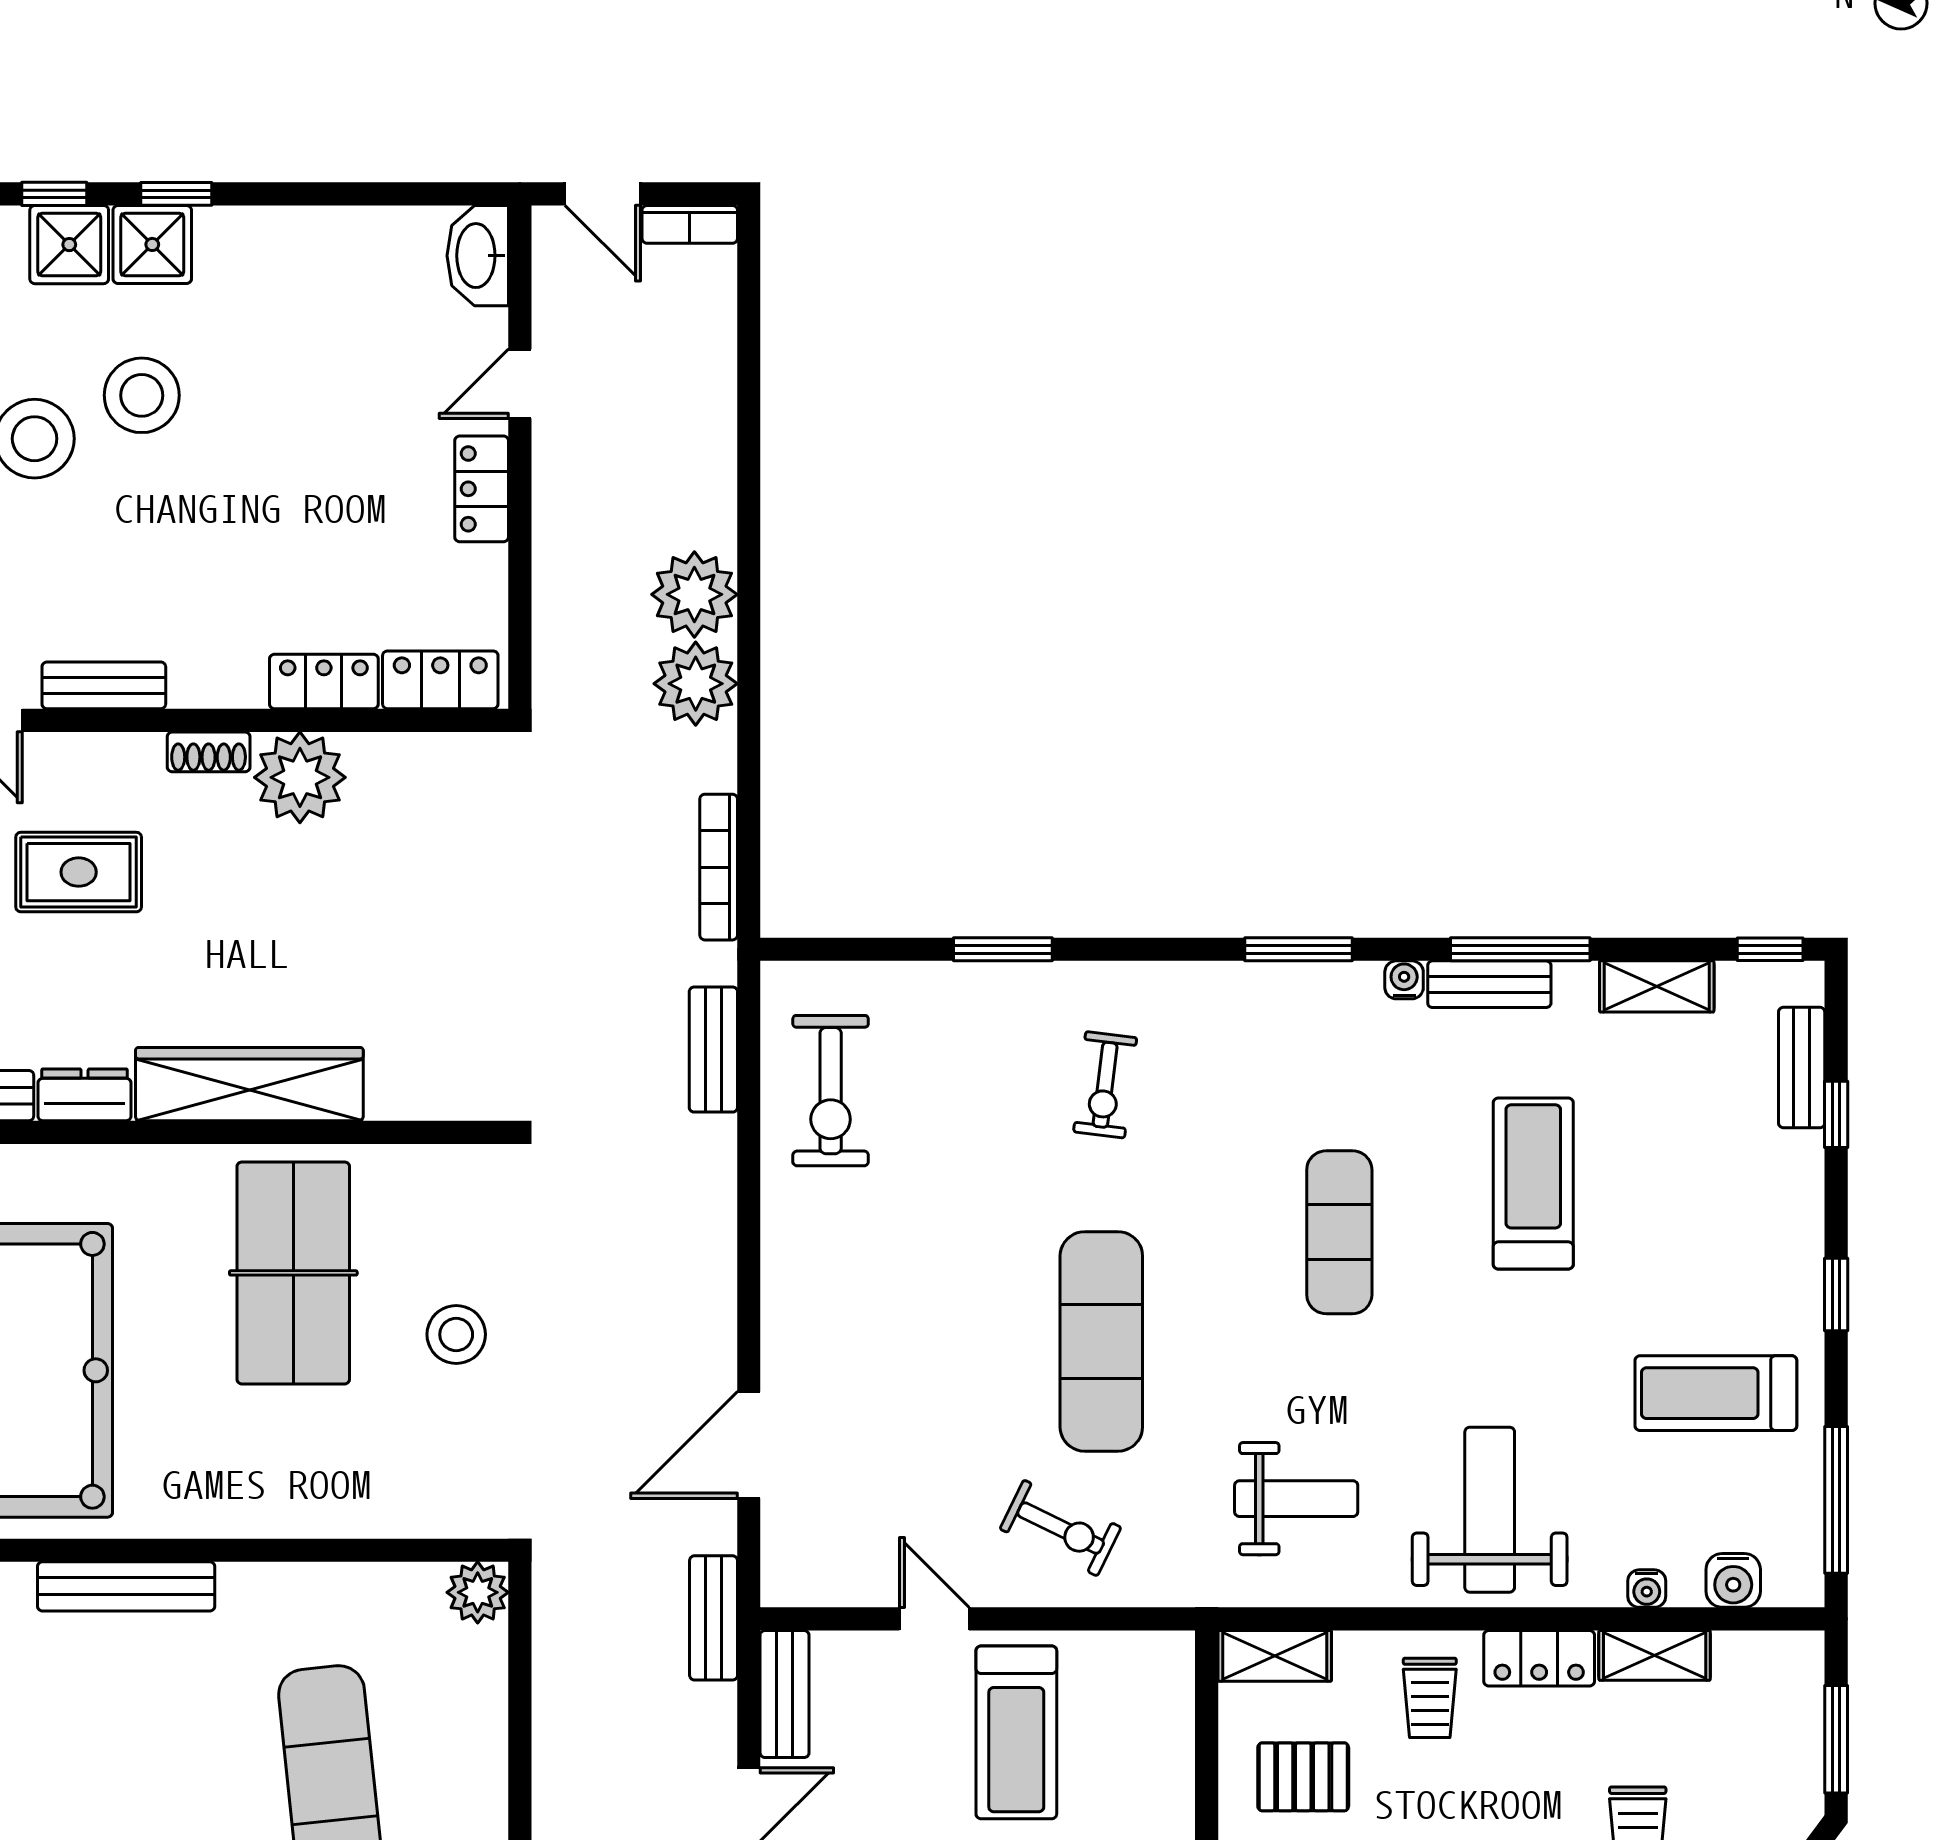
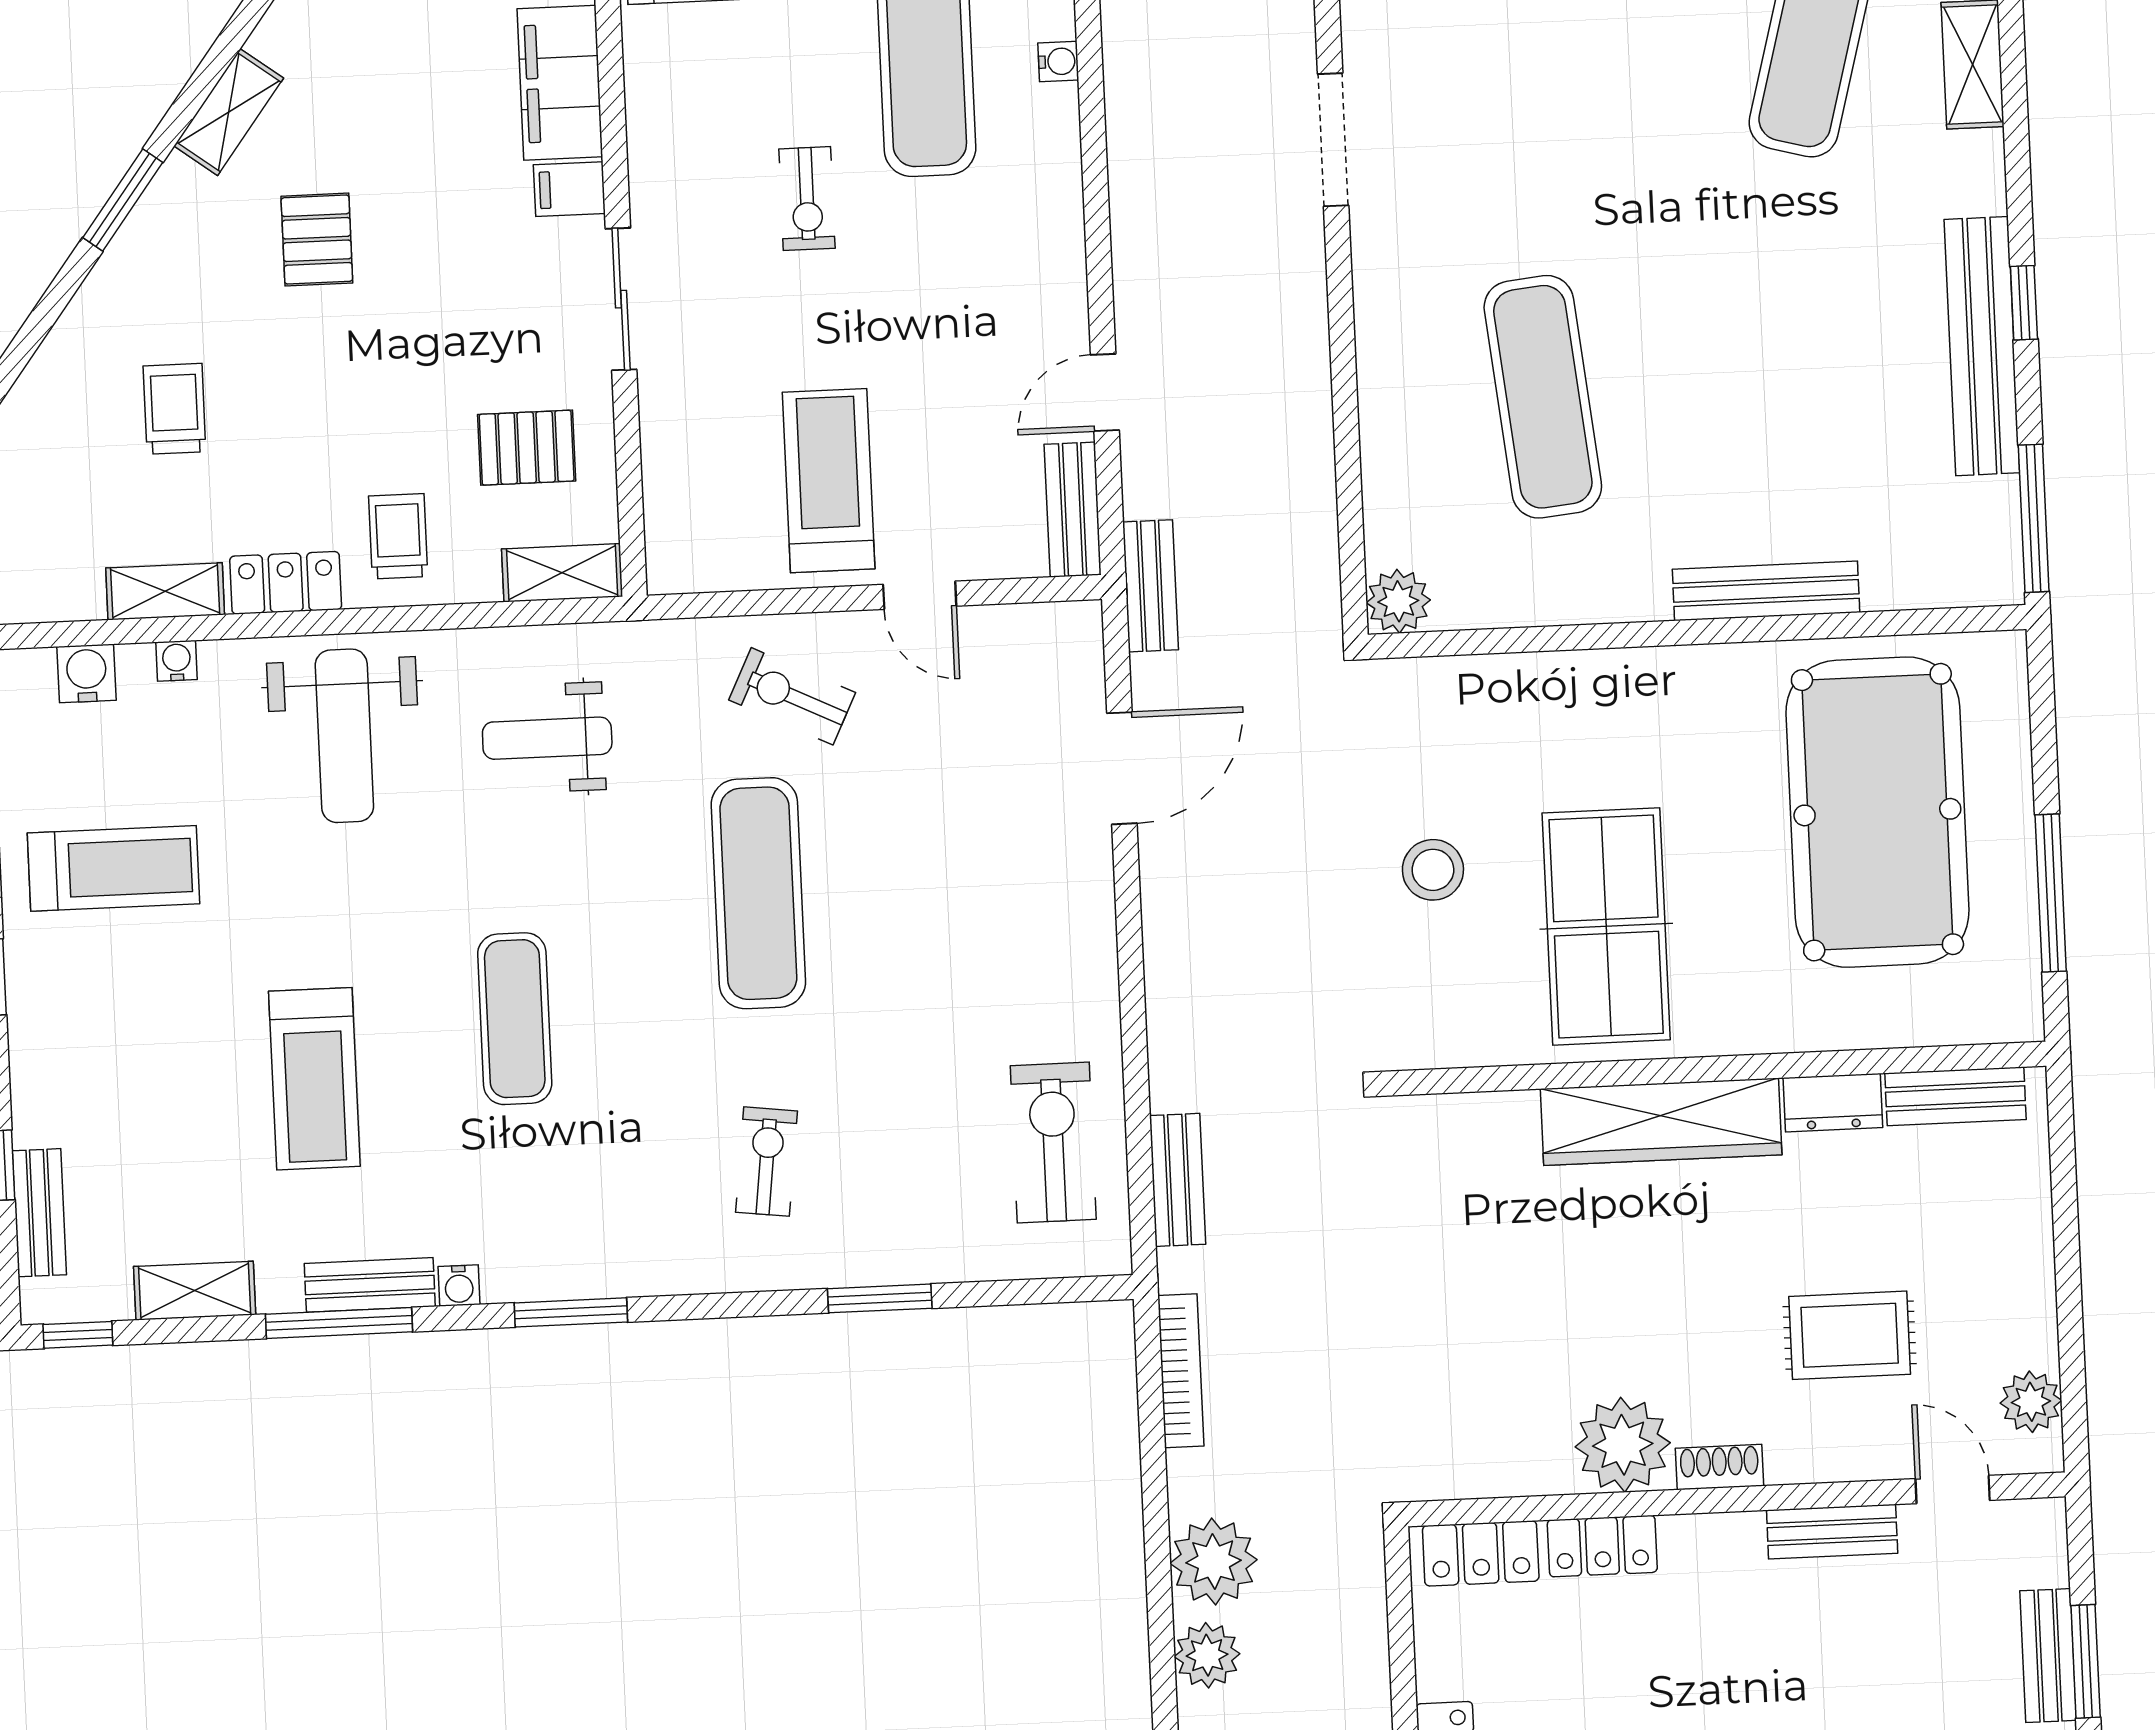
plant: (694, 594) -> (1207, 1655), width x0.73, depth x0.73

